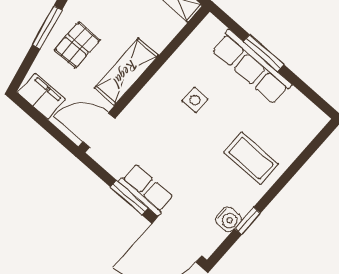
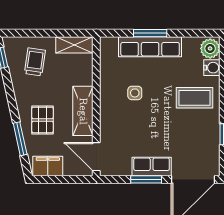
window: (47, 27) -> (20, 139), moved
plant: (311, 122) -> (210, 48), added
door: (99, 130) -> (96, 157), hinge flipped
water cooler: (228, 219) -> (212, 68), moved

